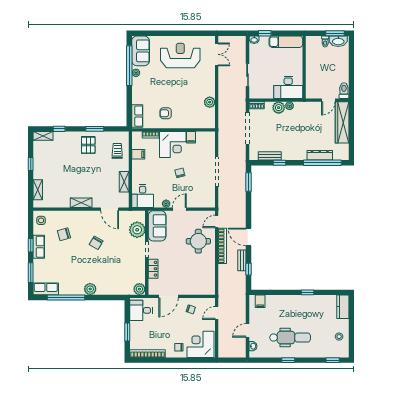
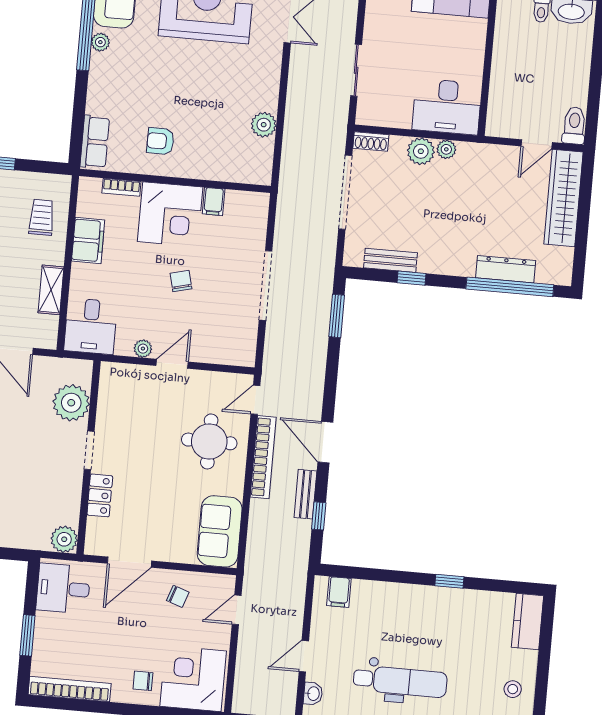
filing cabinet: (138, 154) -> (88, 240), width x2.00
sofa: (157, 226) -> (220, 531), moved, turned 180

